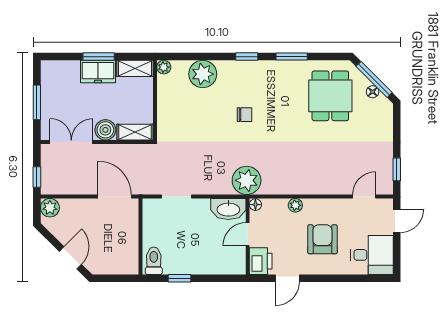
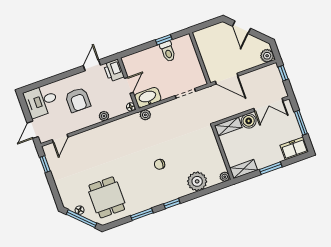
freezer: (98, 72) -> (294, 148), moved
plant: (247, 180) -> (145, 115), width x0.53, depth x0.53
toilet: (154, 261) -> (168, 51), moved

